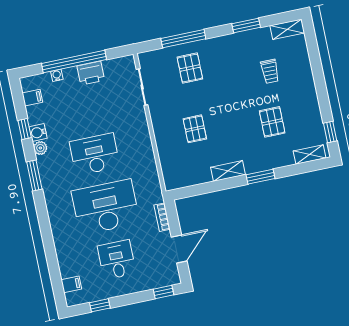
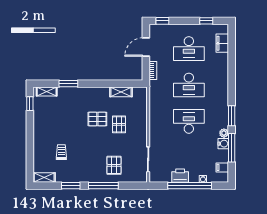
window: (183, 39) -> (103, 186), moved
pallet: (272, 122) -> (97, 119), moved, turned 90
window: (25, 129) -> (232, 148), width x2.17
desk: (95, 154) -> (189, 121), turned 180
shelving: (228, 171) -> (121, 92), moved
window: (261, 177) -> (68, 84), moved
desk: (106, 207) -> (189, 85), width x0.73, depth x0.77
desk: (117, 260) -> (189, 49), width x1.37
filing cabinet: (71, 284) -> (222, 43), width x2.00

